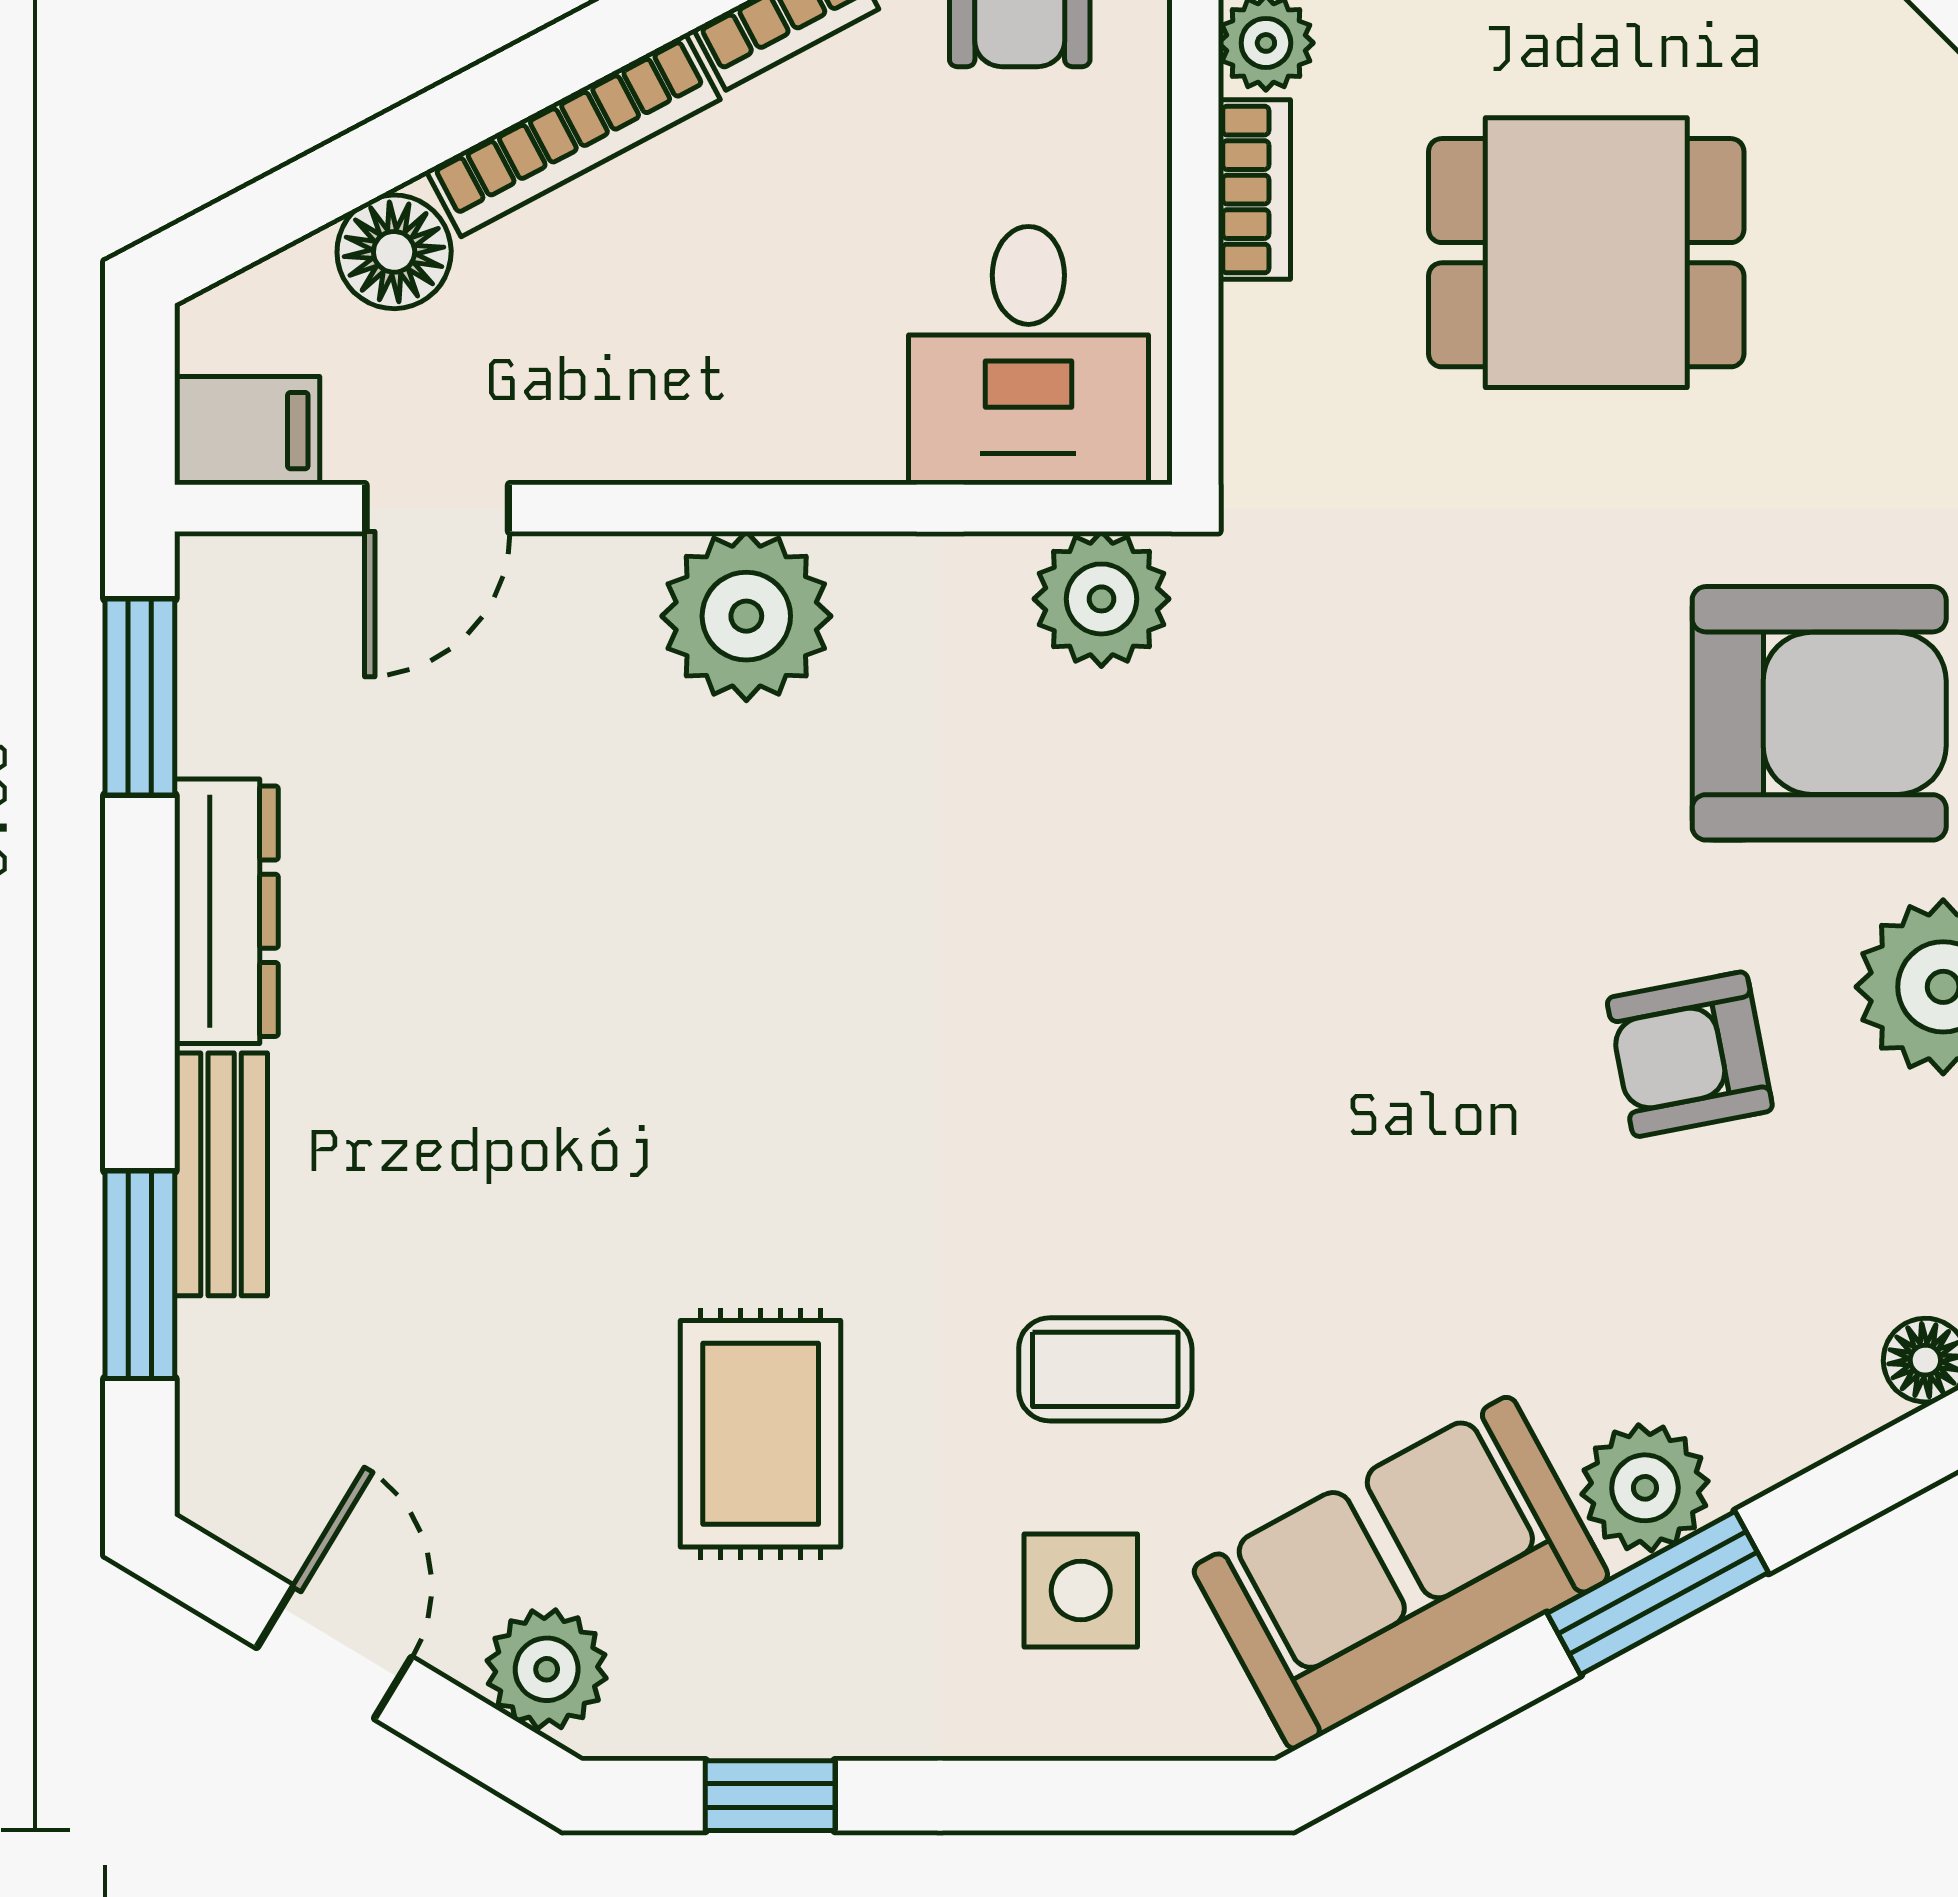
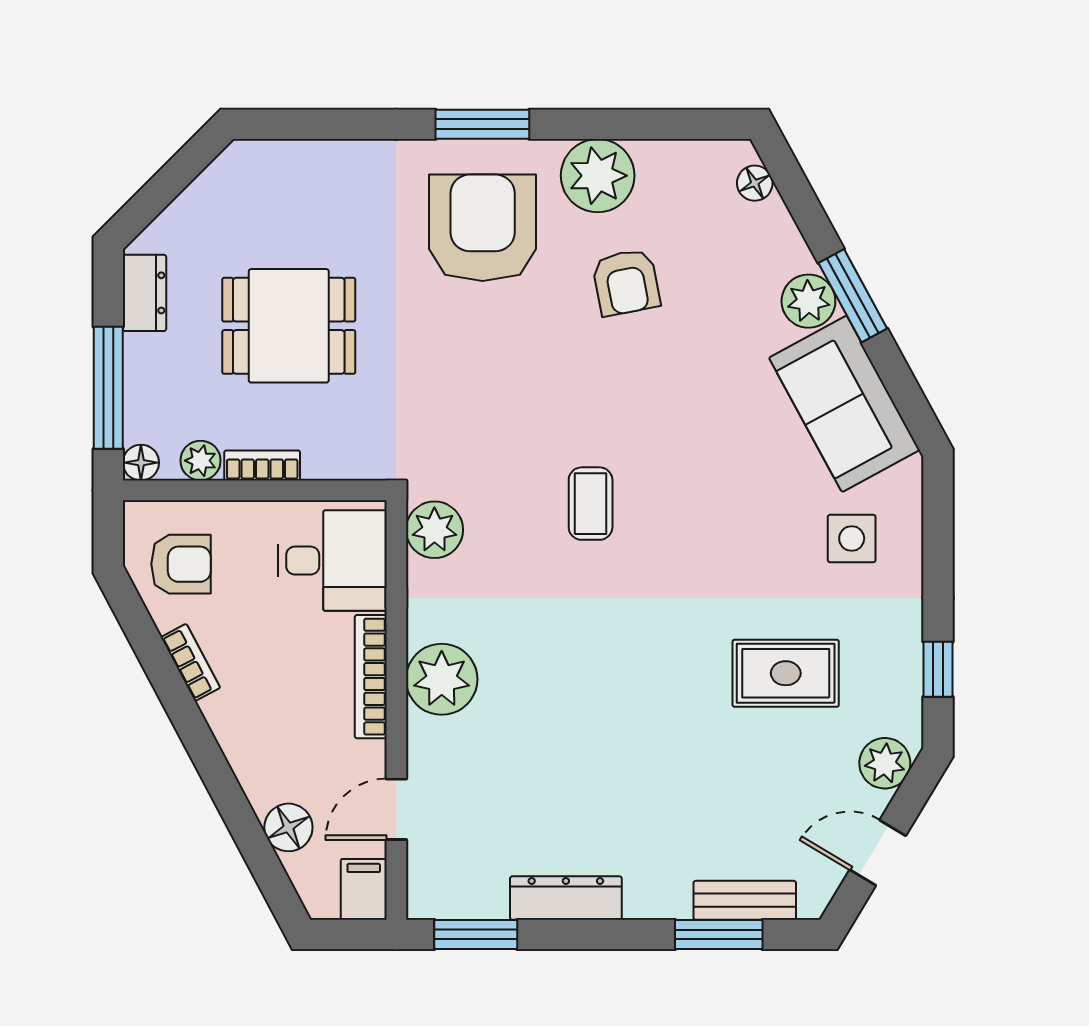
bookcase: (573, 135) -> (371, 677), moved, turned -152
dining table: (1586, 253) -> (289, 326), turned 90
door: (437, 508) -> (396, 809), swing flipped
bench: (221, 1174) -> (745, 900), moved
coffee table: (1105, 1369) -> (591, 504), moved

